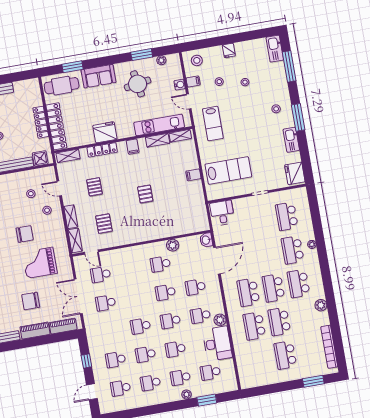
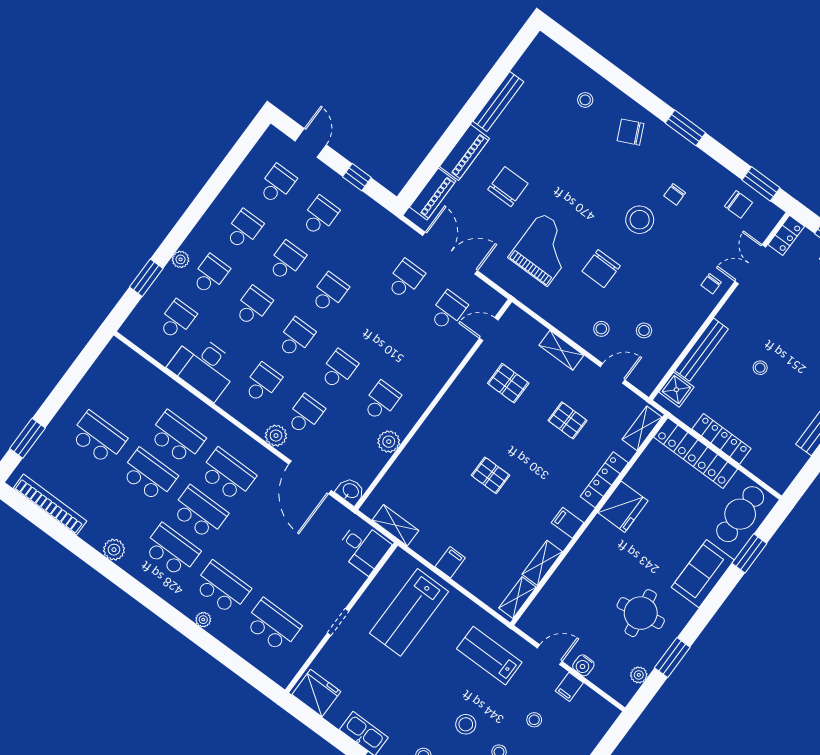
stool: (197, 60) -> (466, 724), moved
kitchen unit: (159, 125) -> (560, 585), removed
shelving: (75, 240) -> (395, 525), moved
plant: (220, 320) -> (276, 436), moved

